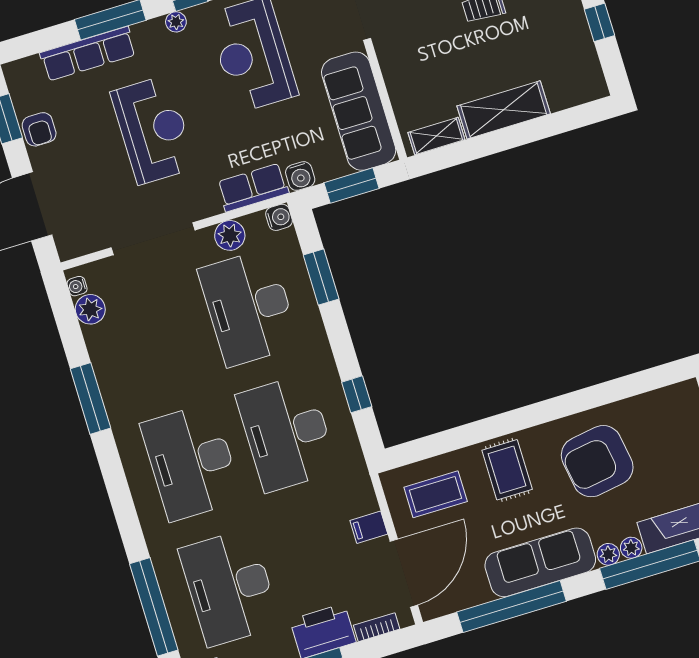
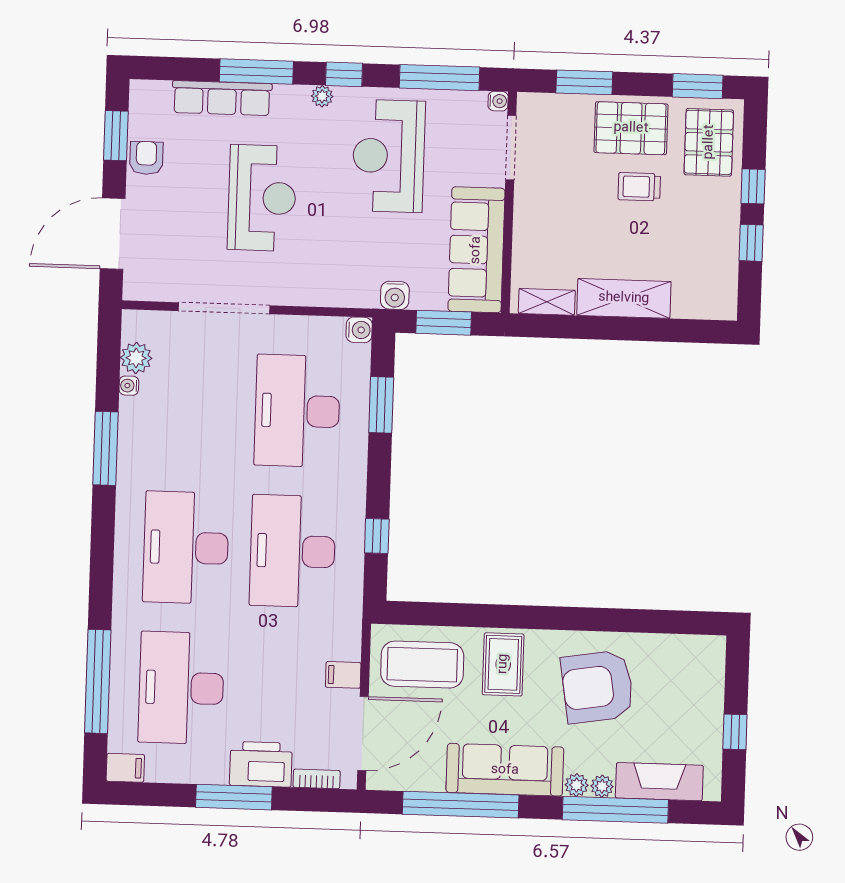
armchair: (39, 129) -> (146, 158), turned 180
row of seats: (253, 188) -> (343, 291), removed
plant: (230, 235) -> (303, 331), removed
water cooler: (77, 286) -> (129, 386), moved
coffee table: (436, 494) -> (422, 665), width x1.36, depth x1.32

